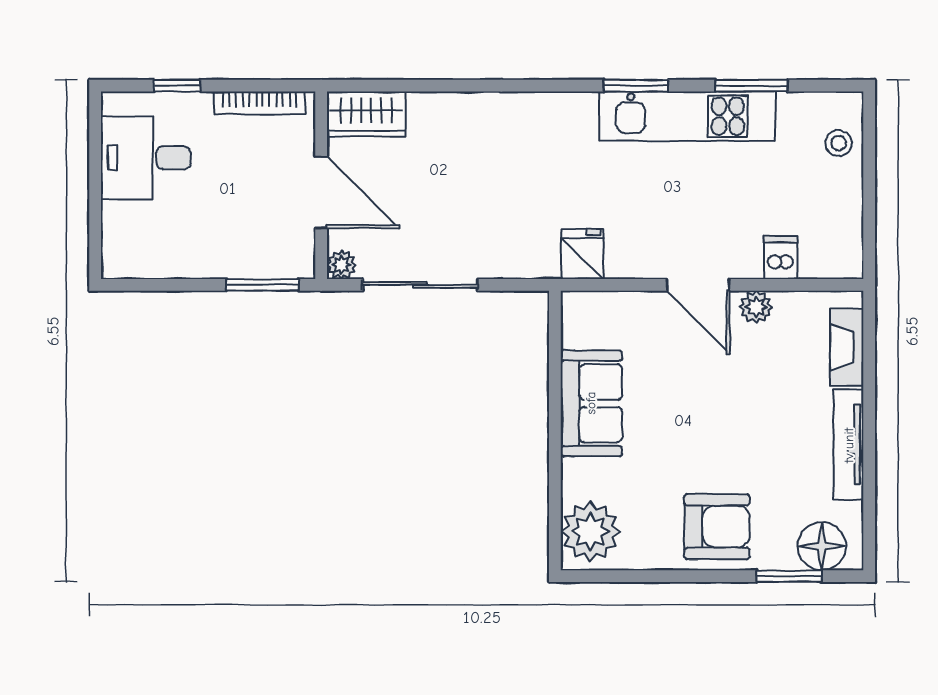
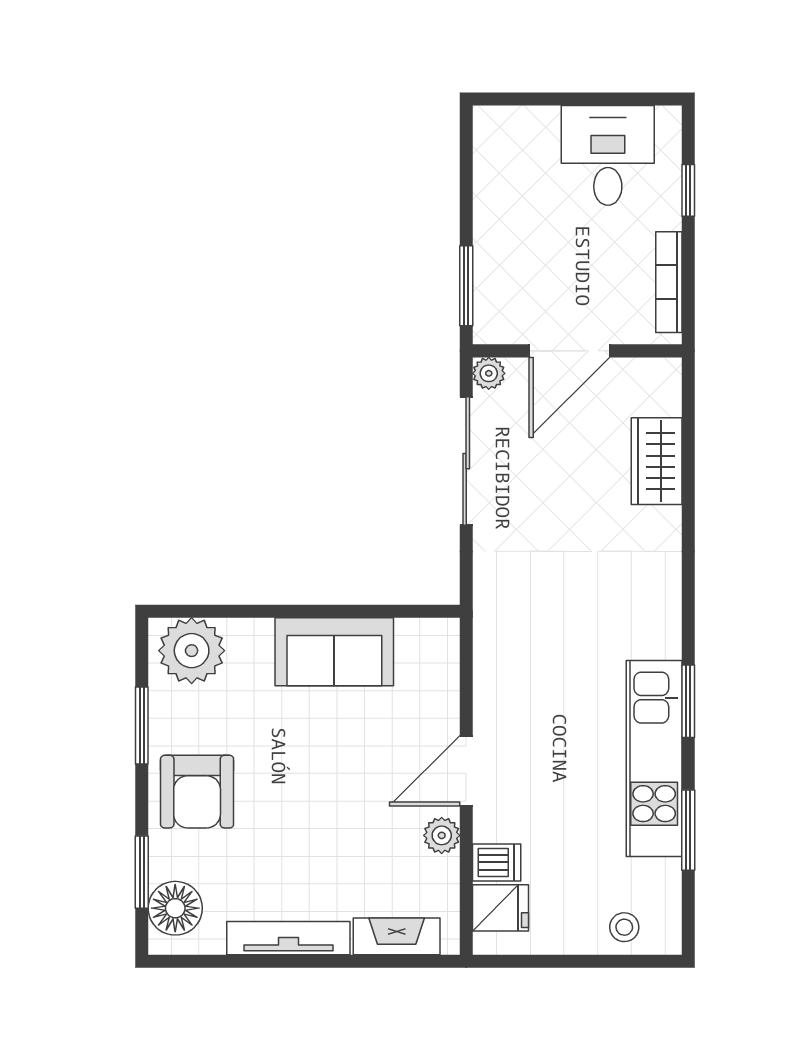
wardrobe: (366, 114) -> (657, 461), moved
fridge: (583, 254) -> (501, 908), moved
window: (658, 576) -> (142, 725), added

